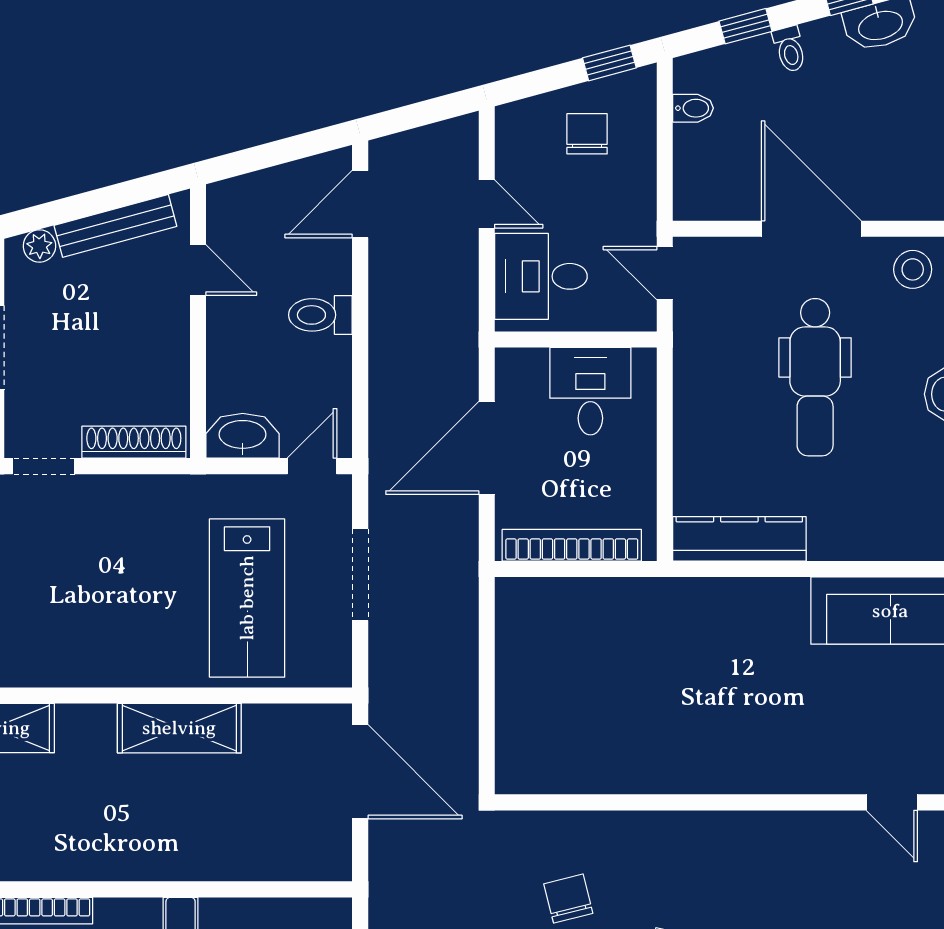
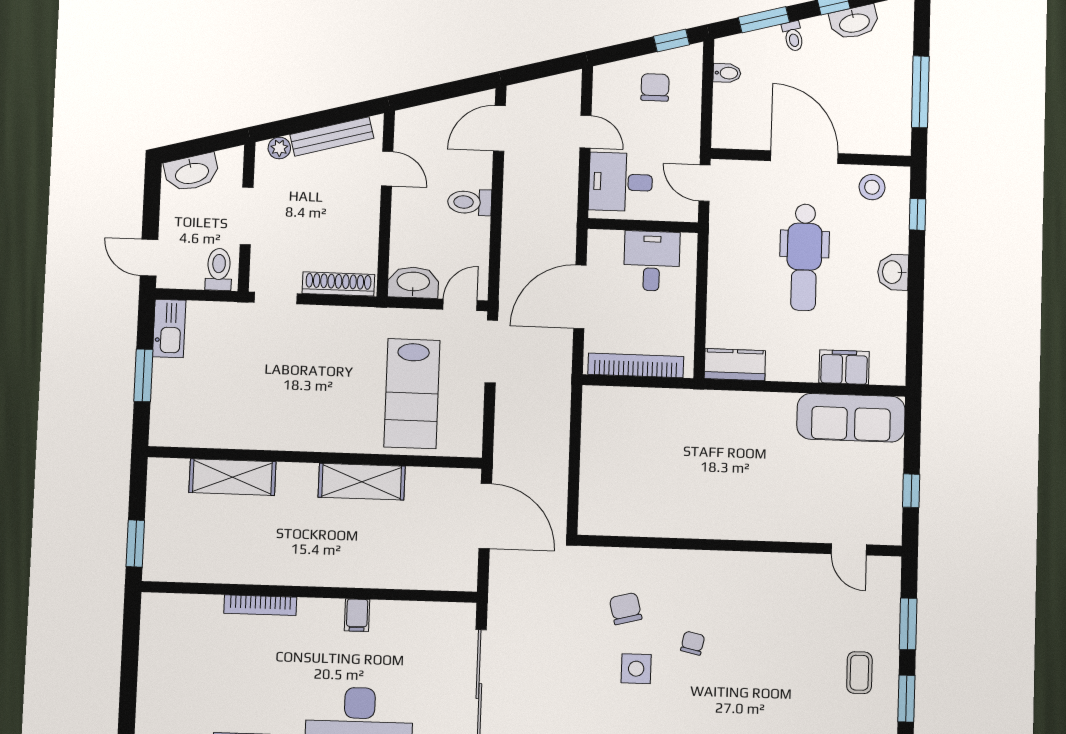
window: (746, 26) -> (764, 20), width x1.50
filing cabinet: (878, 537) -> (844, 367), added
kitchen counter: (739, 539) -> (735, 365), width x0.67
doorway: (360, 575) -> (491, 351), moved

